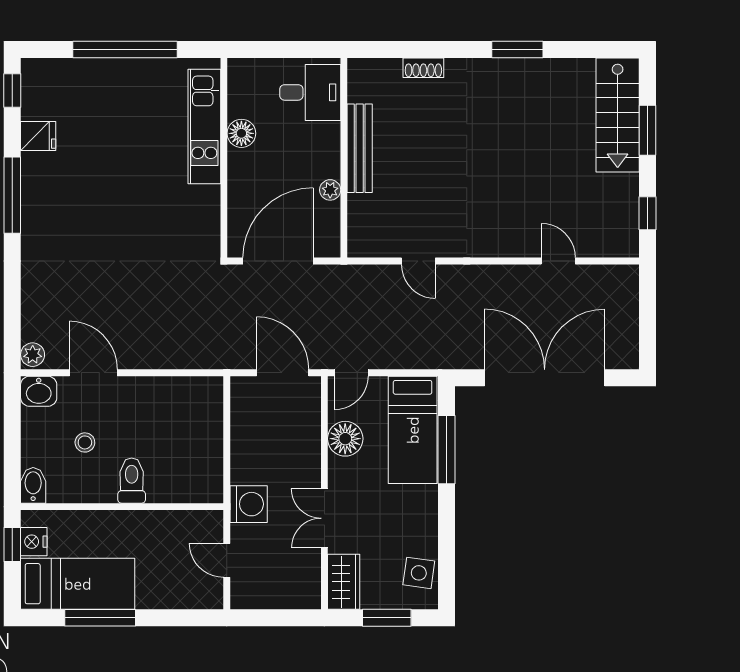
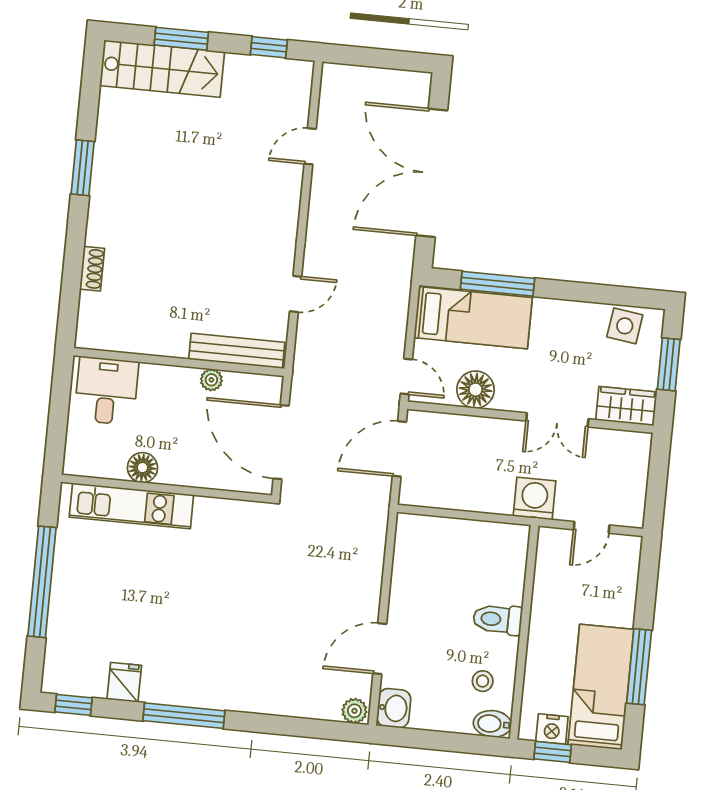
bench: (360, 148) -> (237, 351), moved
stool: (85, 442) -> (483, 681), moved

